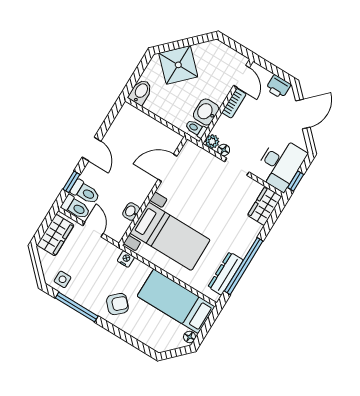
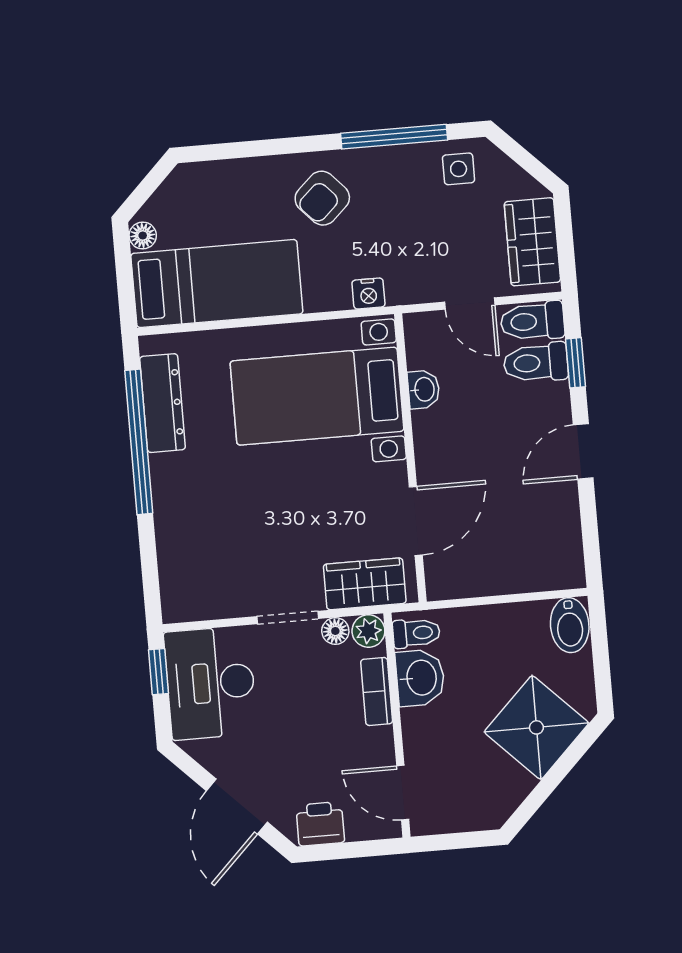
bookcase: (234, 103) -> (377, 691), moved
door: (91, 149) -> (583, 451), hinge flipped
wardrobe: (265, 206) -> (365, 584), moved, turned -90

